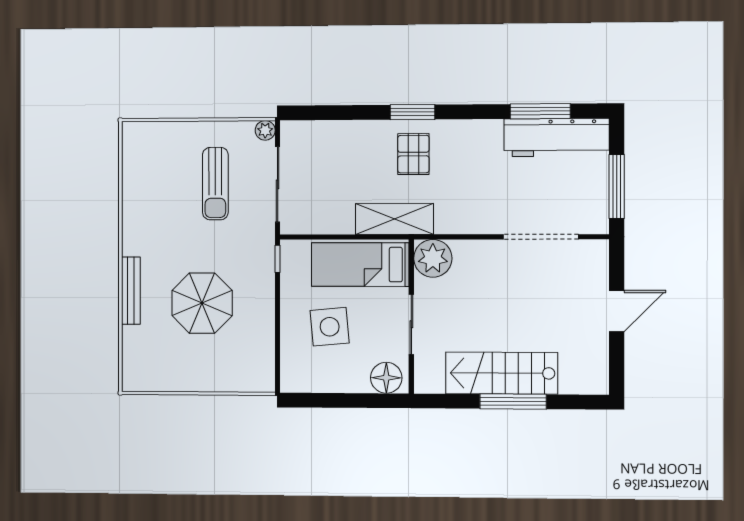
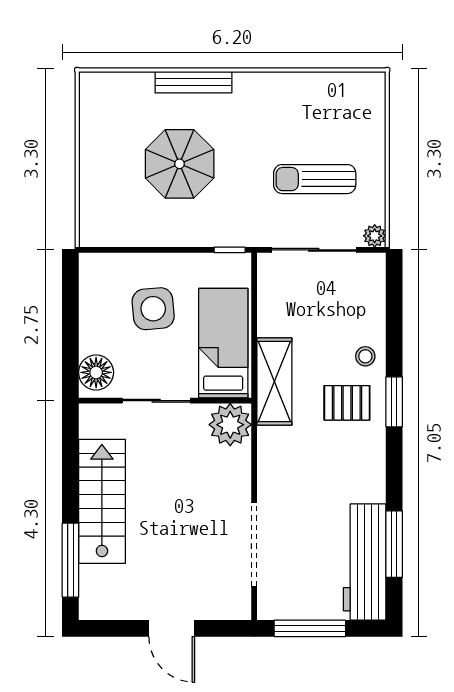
stool: (372, 138) -> (365, 356), added
window: (513, 402) -> (70, 560), moved

